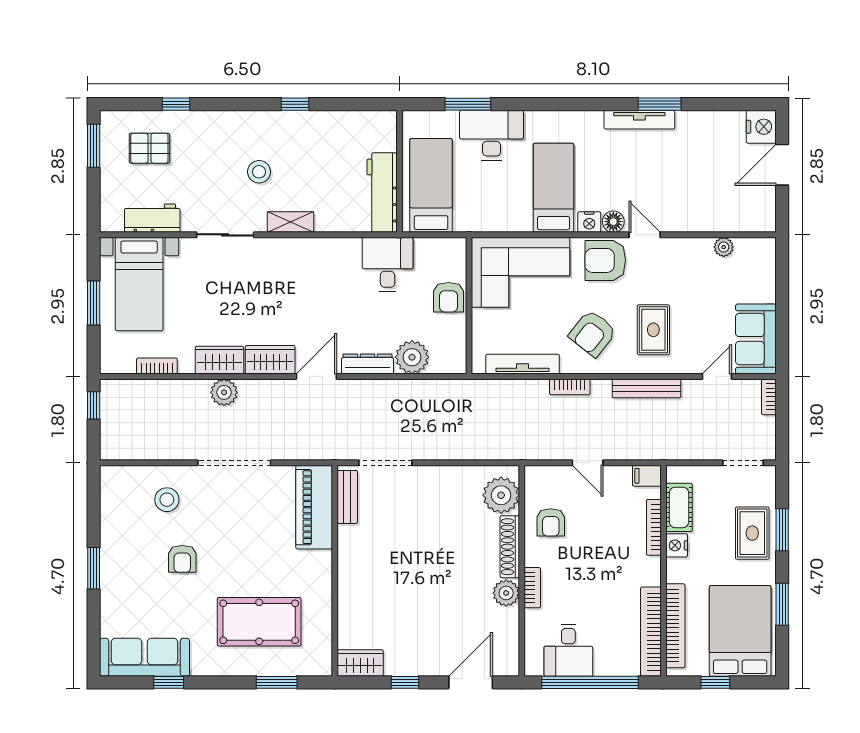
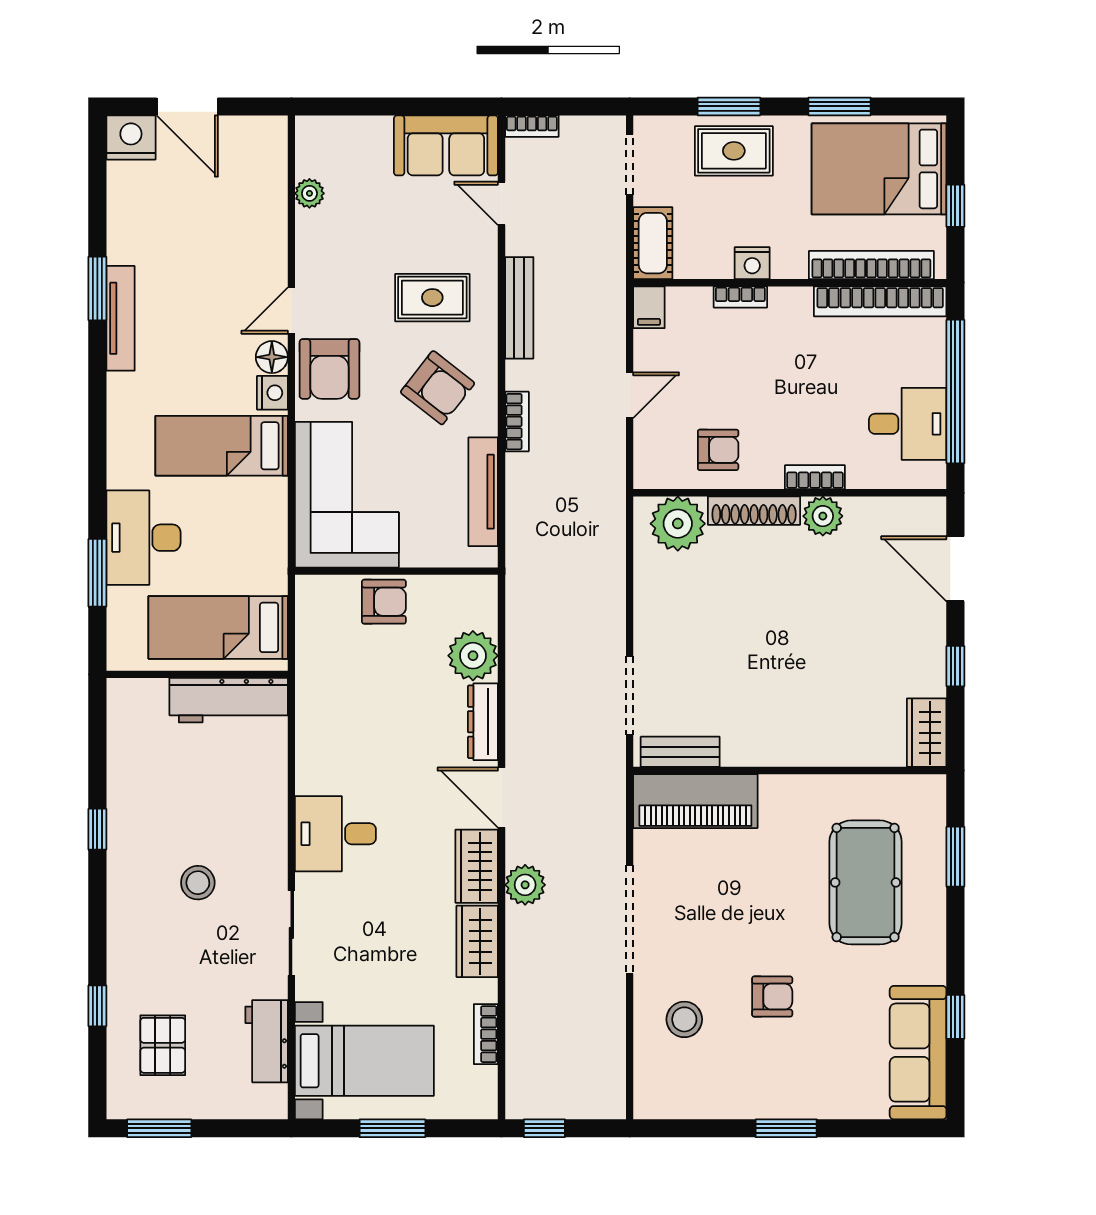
shelving: (291, 222) -> (272, 836), removed
desk: (388, 265) -> (335, 834), moved
plant: (224, 392) -> (525, 885), moved
cot: (679, 507) -> (653, 243), moved, turned 90
bookcase: (654, 527) -> (740, 297), width x0.64

